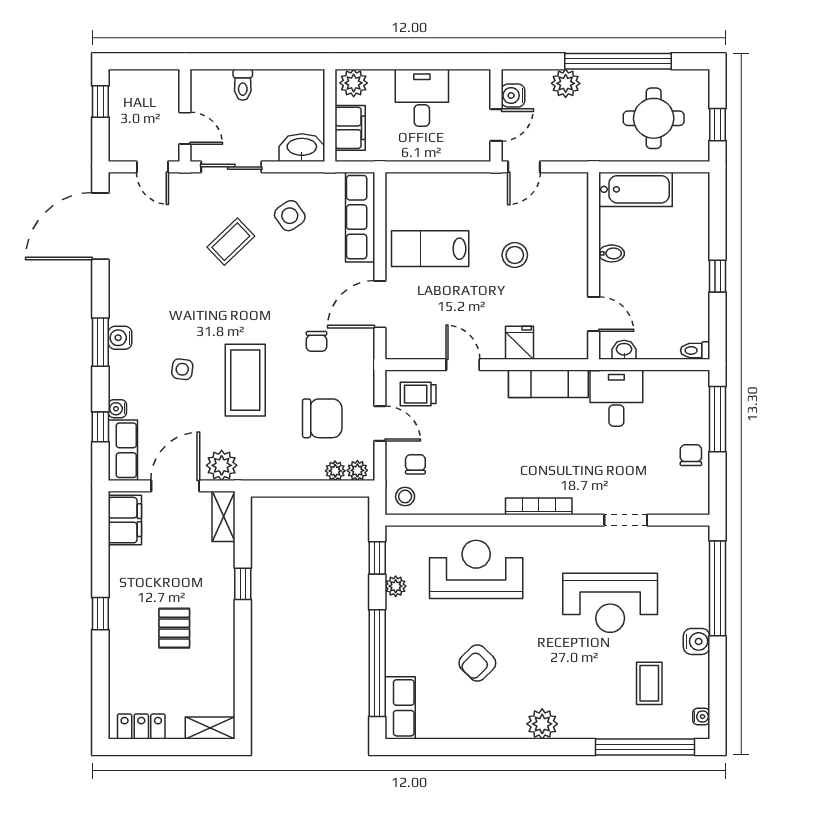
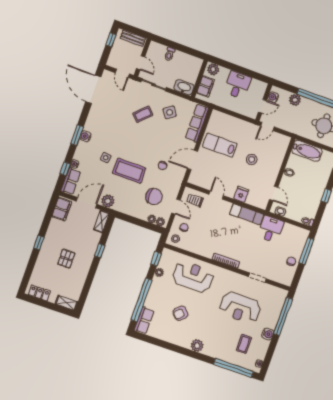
bench: (148, 80) -> (133, 38), added
door: (100, 226) -> (93, 89), hinge flipped
coffee table: (245, 380) -> (129, 171), turned 90

